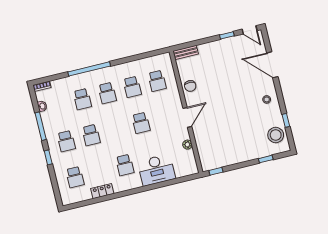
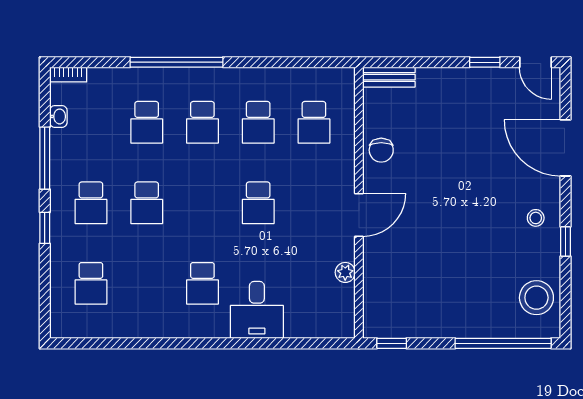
window: (286, 120) -> (566, 241), moved
window: (266, 159) -> (503, 343), width x3.17
desk: (156, 170) -> (257, 310), width x0.73
locker: (102, 191) -> (142, 327), removed

